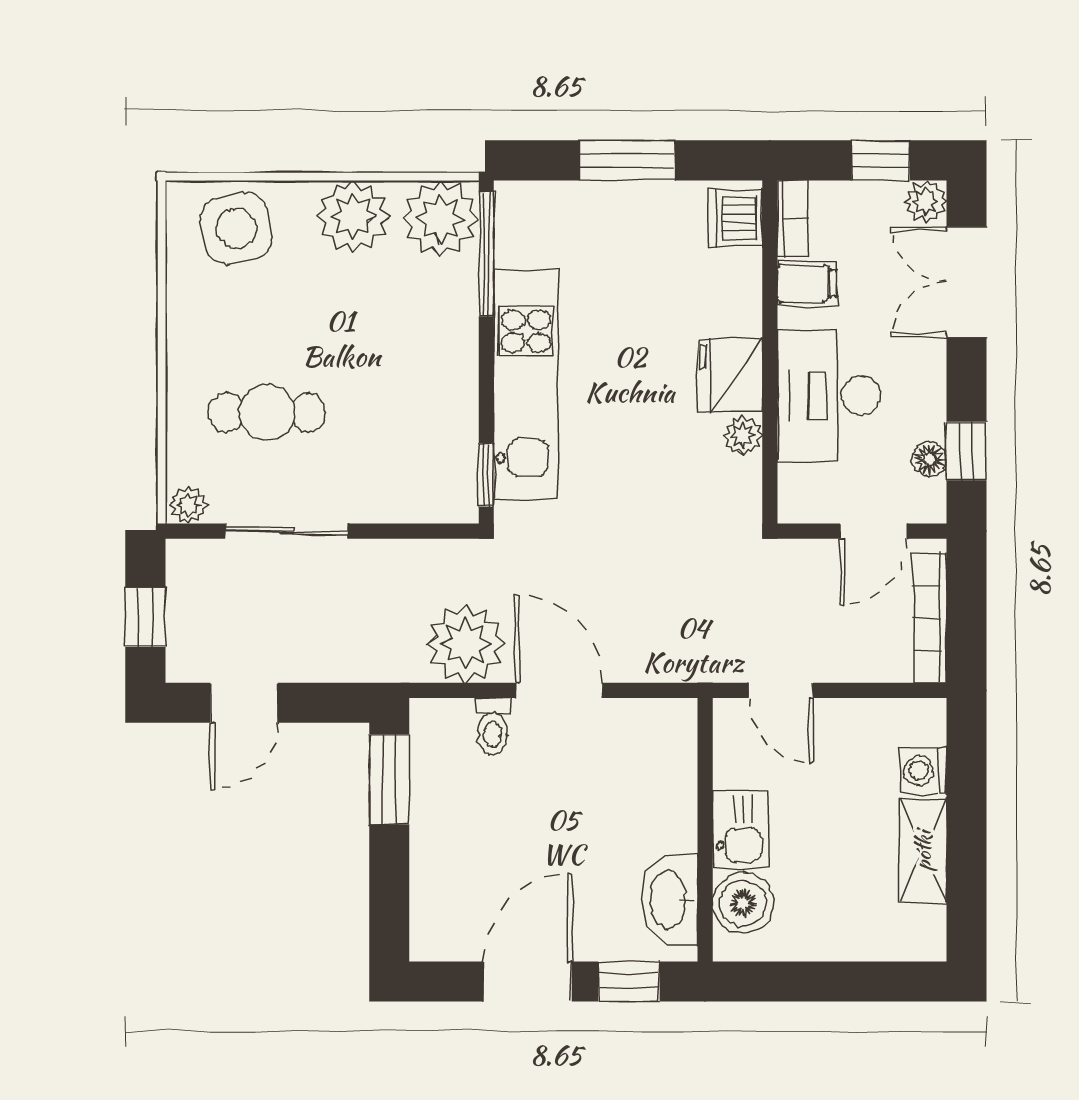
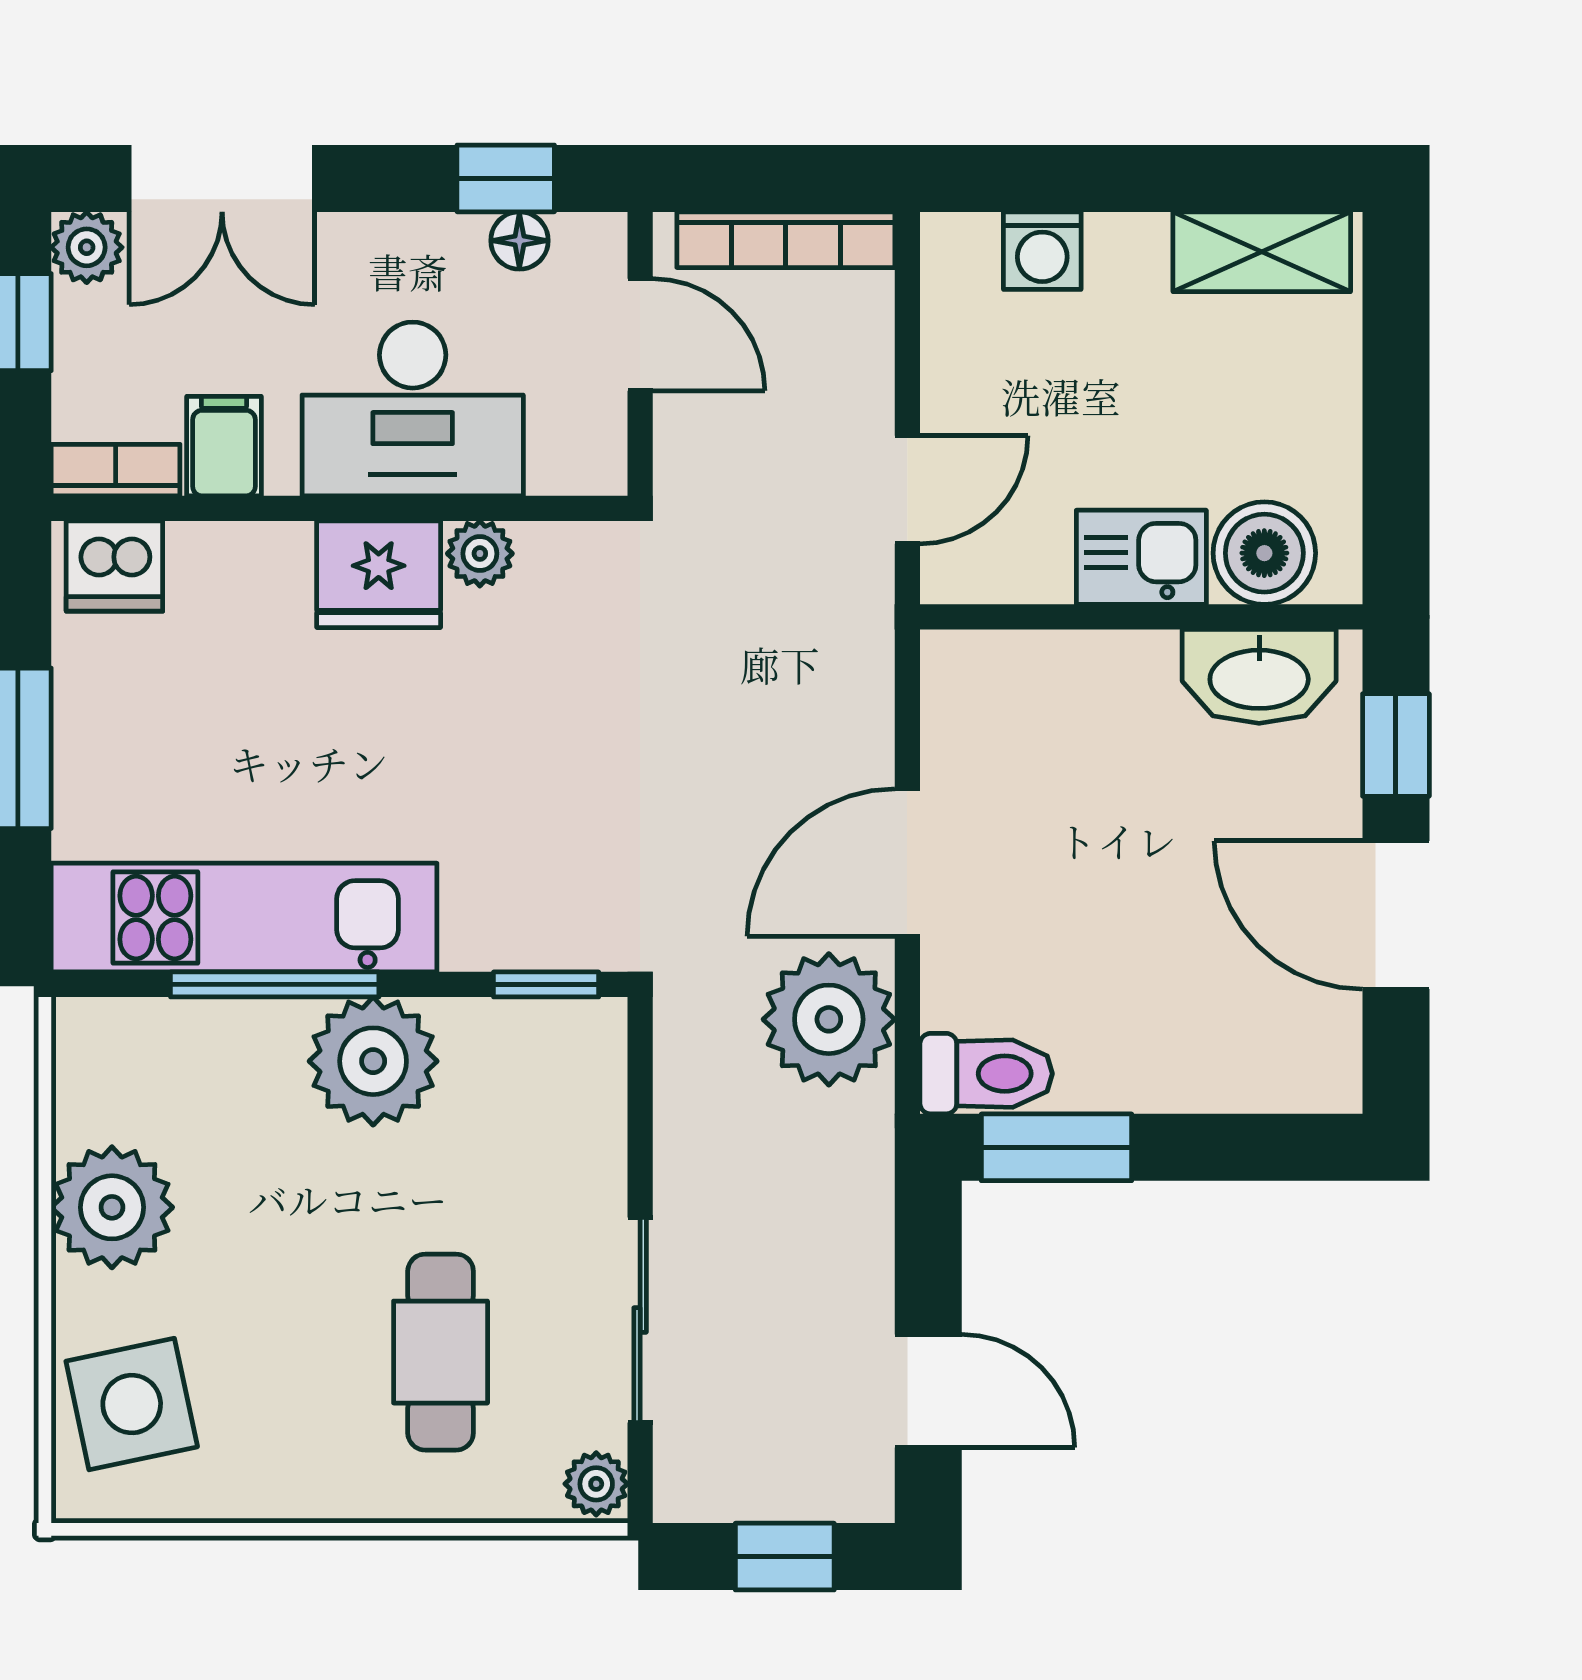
plant: (441, 219) -> (373, 1061), moved
window: (486, 254) -> (275, 984), moved
kitchen unit: (526, 384) -> (244, 918), moved
toilet: (493, 726) -> (986, 1074), moved, width x1.37, depth x1.39
shelving: (923, 851) -> (1262, 252), moved

